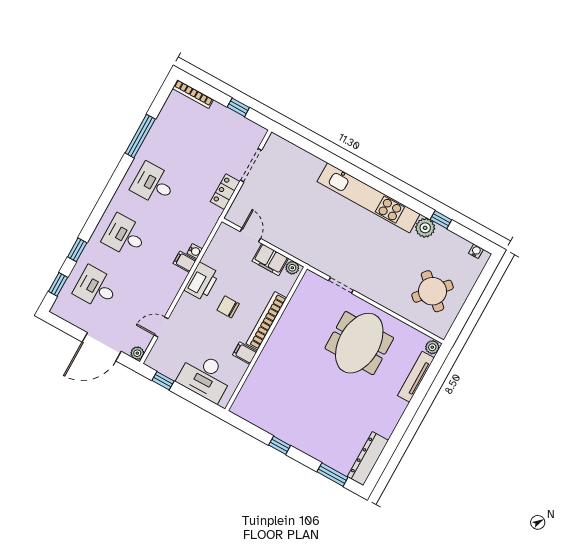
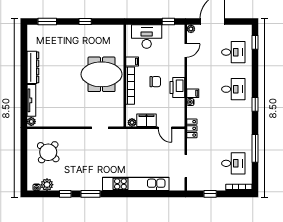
desk: (153, 184) -> (233, 163), moved
locker: (225, 192) -> (192, 128), moved
kitchen unit: (369, 198) -> (136, 184), moved
window: (406, 200) -> (91, 194), added
plant: (425, 228) -> (47, 185), moved
window: (77, 250) -> (255, 104), moved
meeting table: (359, 343) -> (102, 74), moved, turned 90
dresser: (368, 459) -> (33, 67), moved

